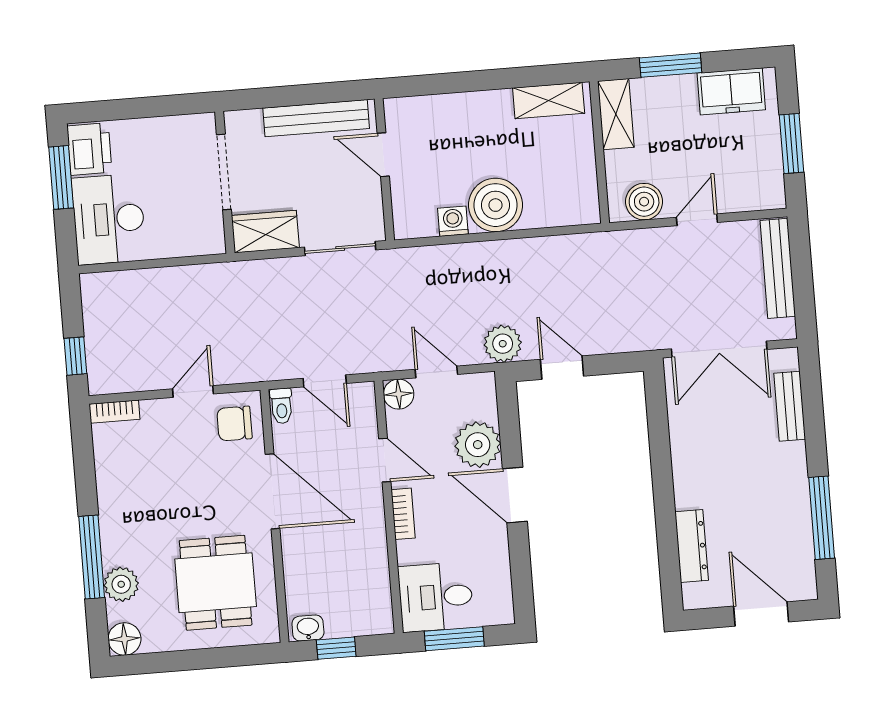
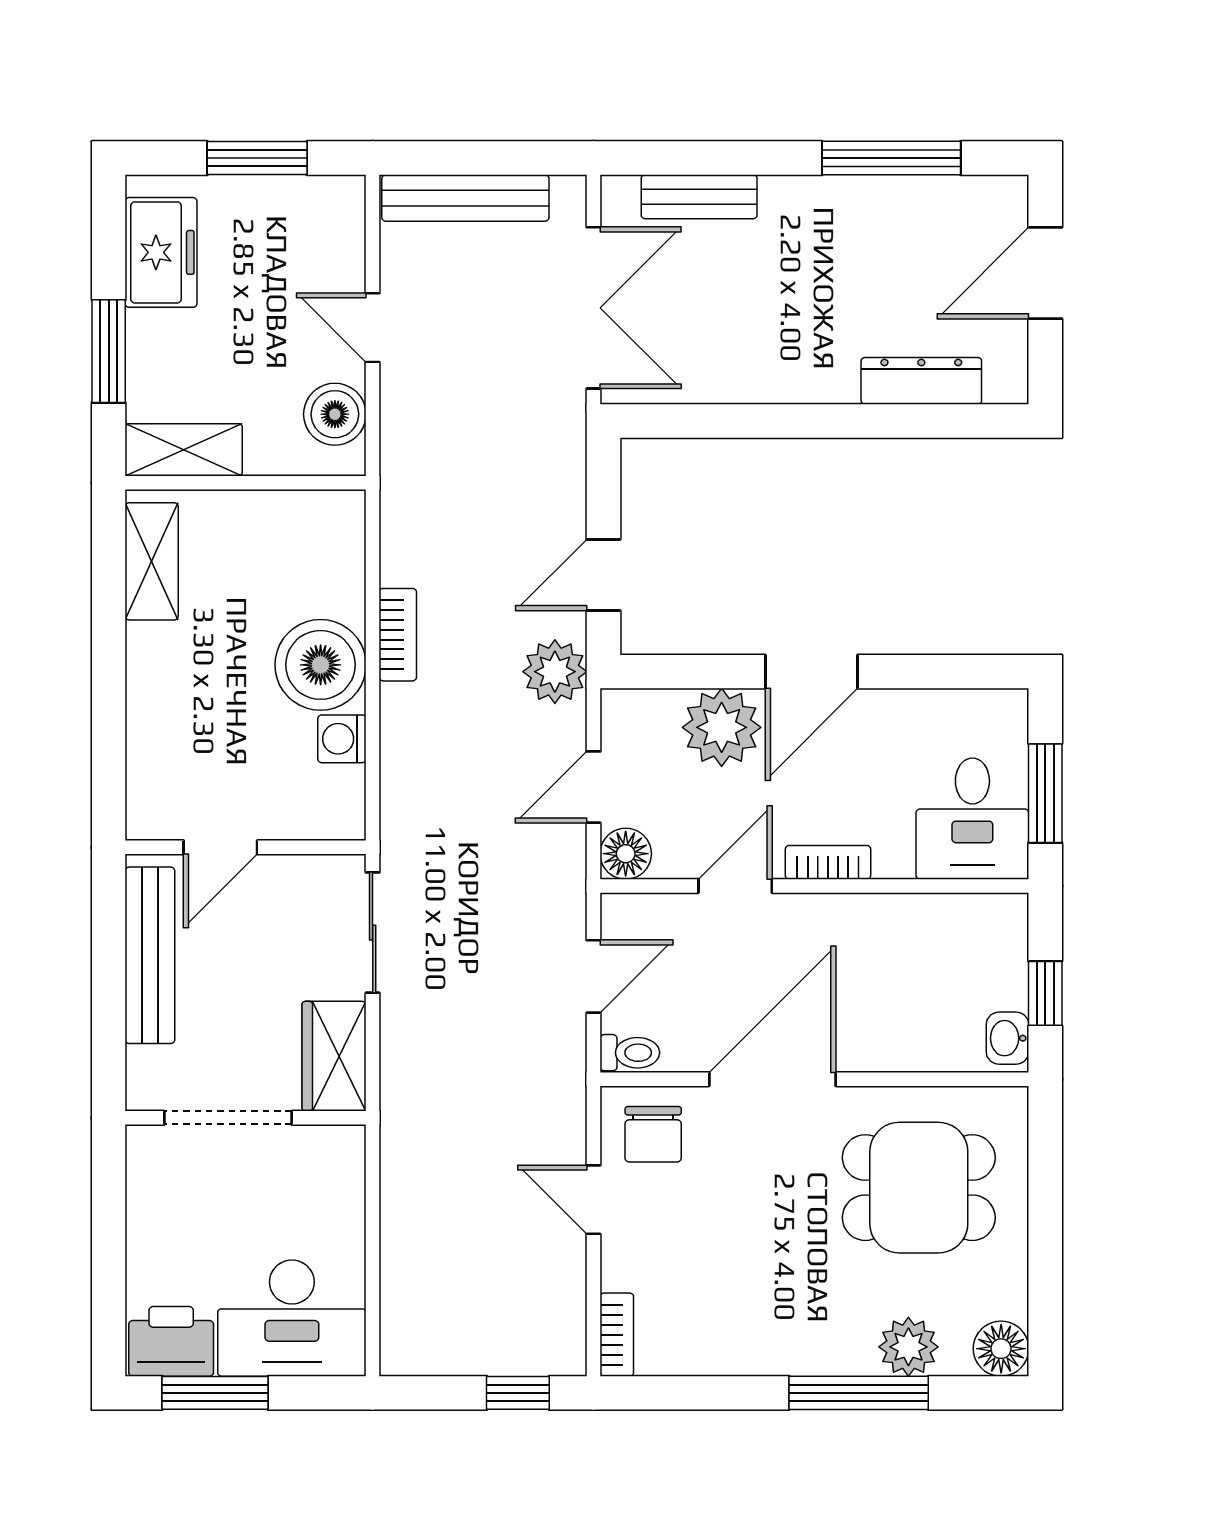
bookcase: (517, 249) -> (398, 635), added

